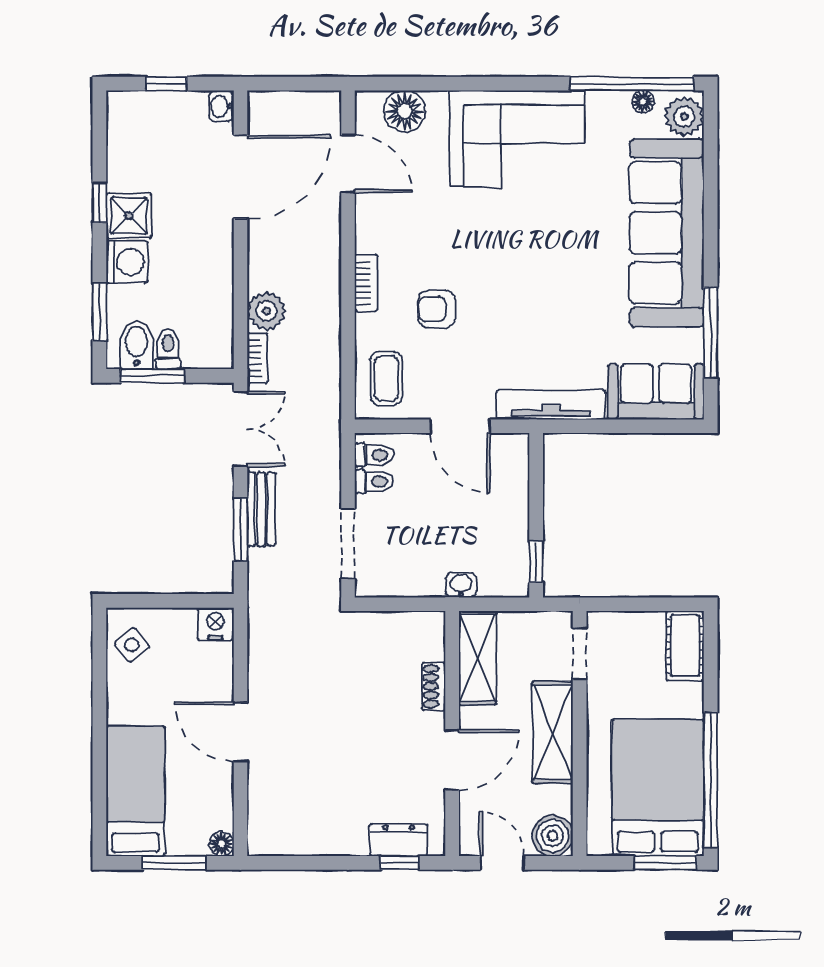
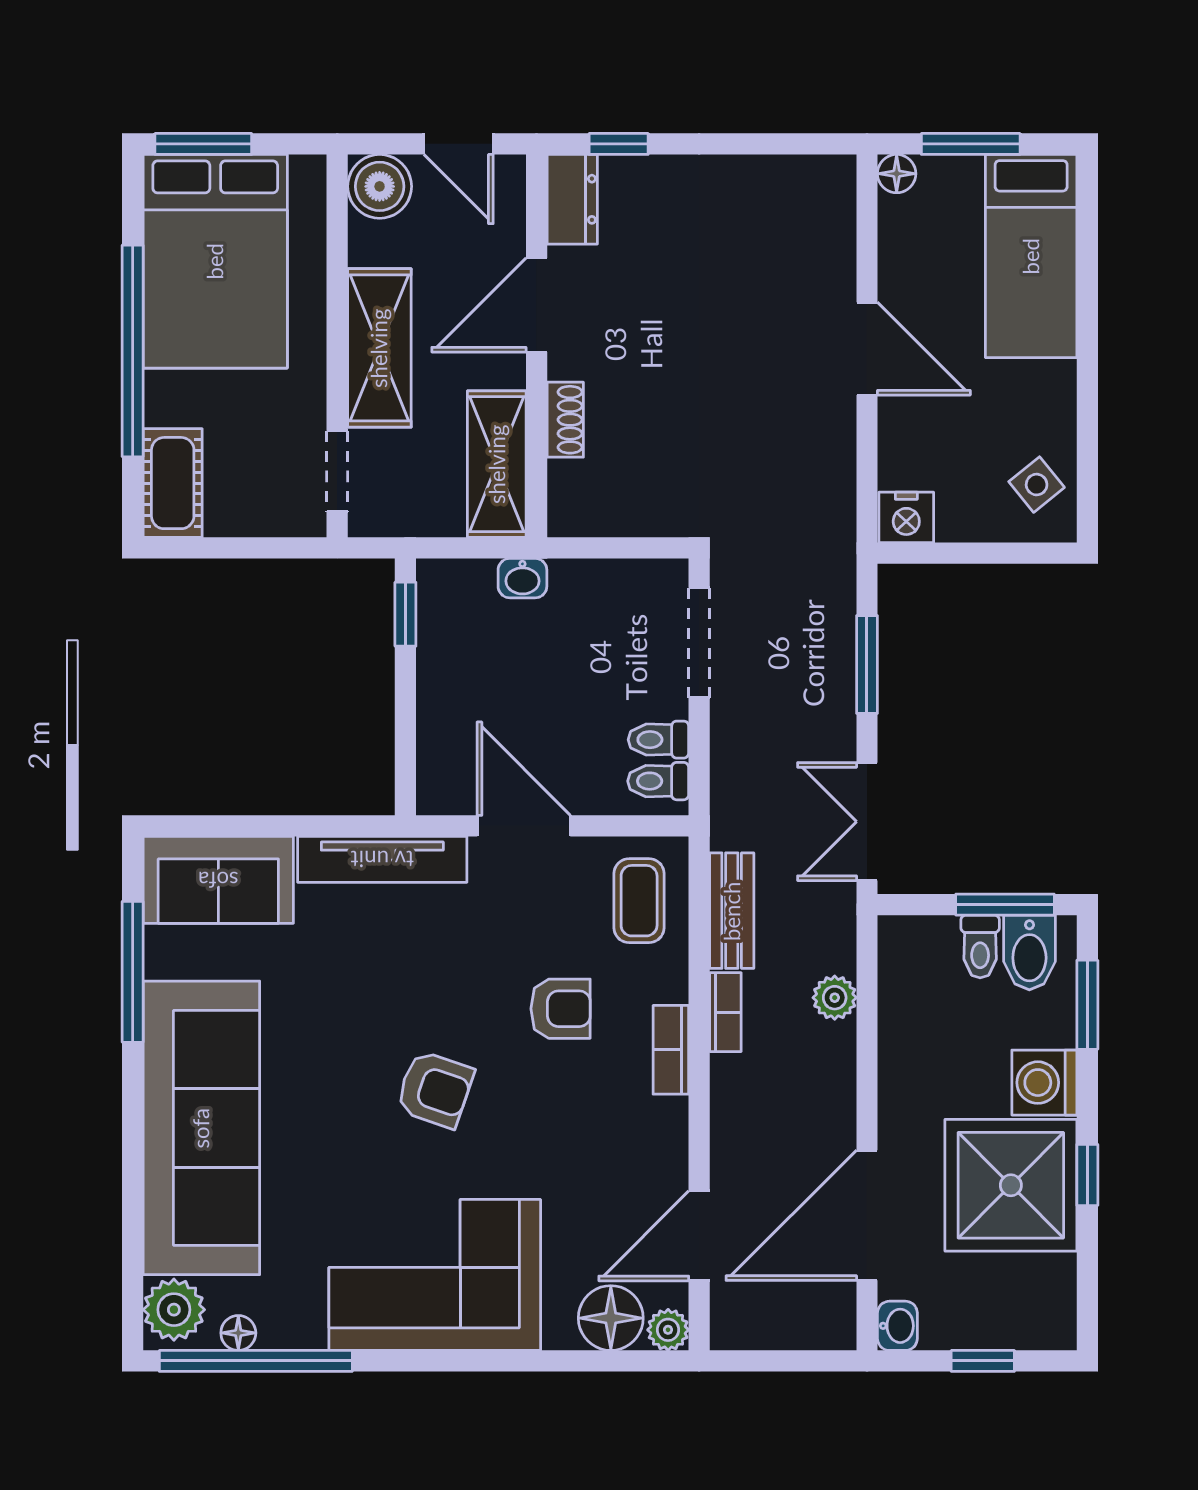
plant: (368, 104) -> (668, 1330), added
door: (348, 164) -> (699, 1236), hinge flipped
shower: (129, 216) -> (1011, 1185), width x1.86, depth x1.86
armchair: (517, 258) -> (435, 1089), added
plant: (266, 311) -> (835, 998), width x0.73, depth x0.73
bookcase: (257, 358) -> (725, 1012), moved, turned 180
bench: (261, 509) -> (732, 911), moved
window: (711, 780) -> (133, 351), moved
dresser: (399, 840) -> (572, 199), moved, turned -90

